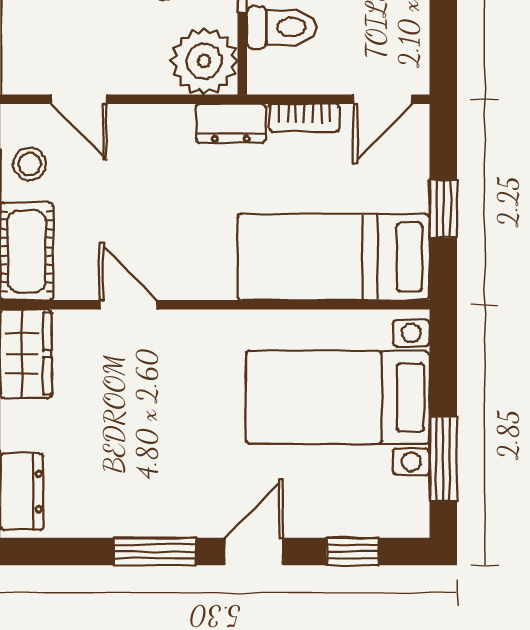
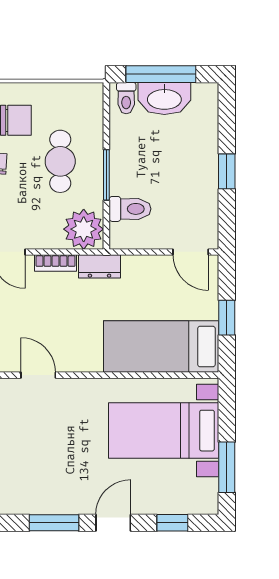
door: (383, 99) -> (191, 252), hinge flipped
bookcase: (304, 118) -> (56, 263), moved

